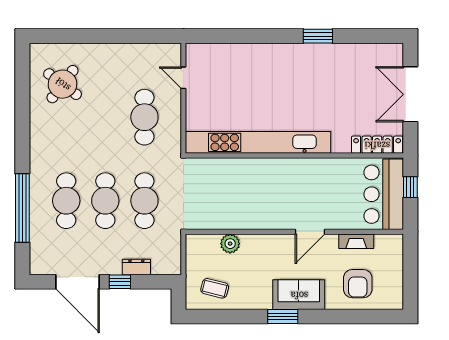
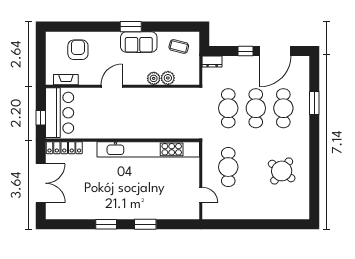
window: (262, 36) -> (145, 224), added
round table: (63, 84) -> (282, 171), moved
window: (22, 208) -> (314, 103), width x0.47
fireplace: (356, 241) -> (66, 80), moved
plant: (250, 243) -> (154, 78), added
dresser: (136, 267) -> (212, 61), moved
door: (78, 282) -> (275, 51), swing flipped
sofa: (299, 295) -> (139, 42), moved

